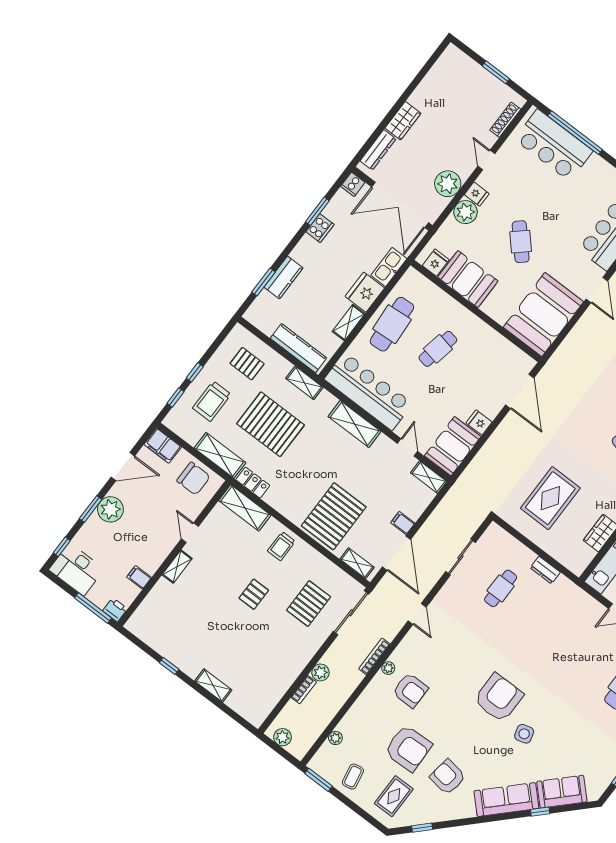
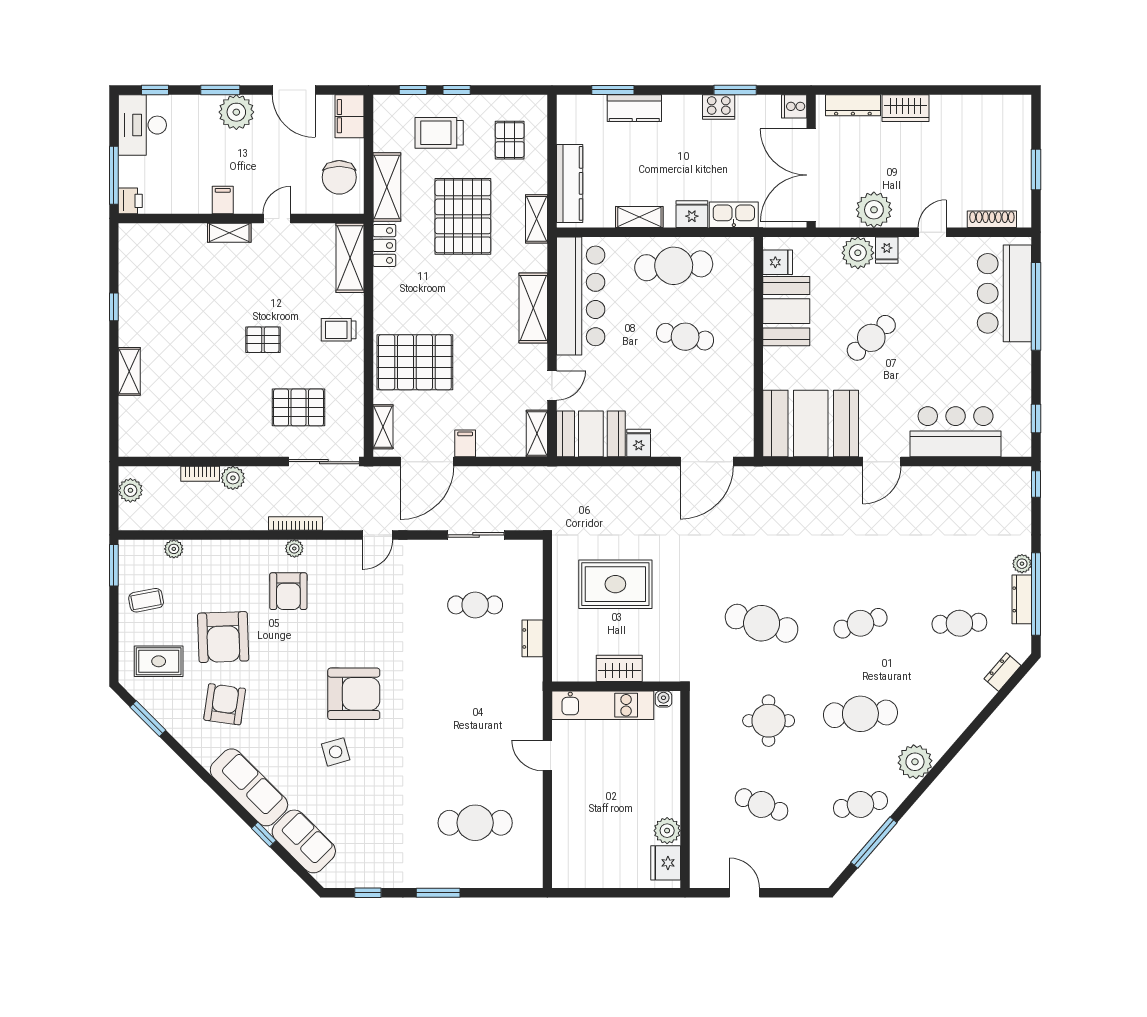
fridge: (365, 292) -> (692, 214), width x0.73, depth x0.75
filing cabinet: (139, 577) -> (223, 200), moved
window: (422, 828) -> (148, 719), width x1.50

